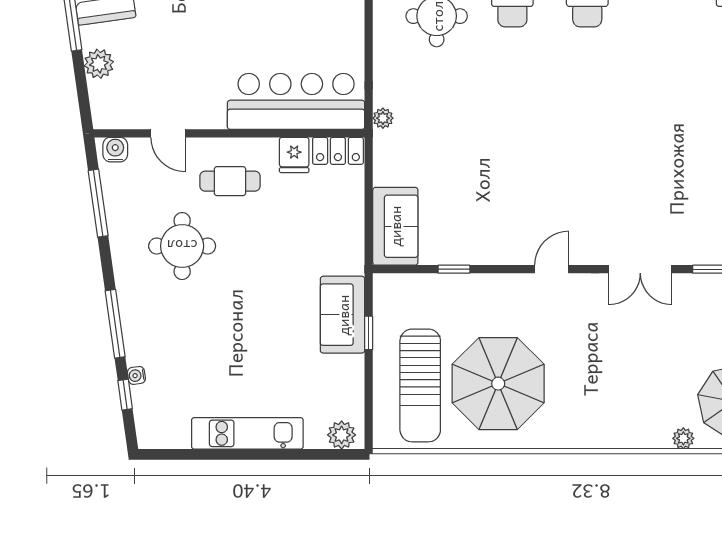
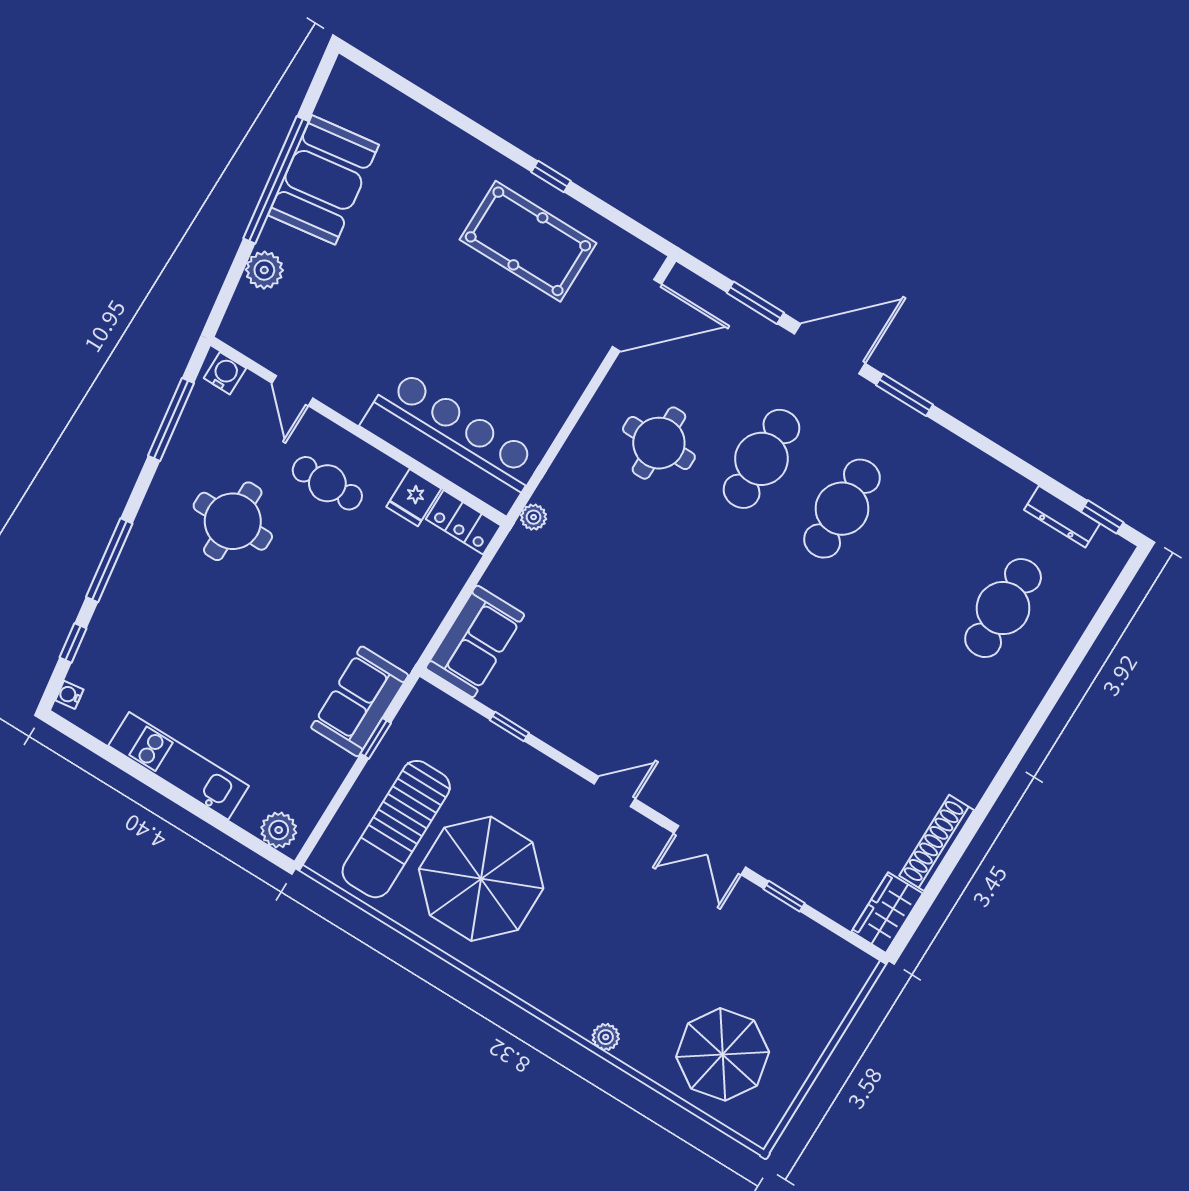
water cooler: (136, 375) -> (69, 695), moved
plant: (683, 438) -> (606, 1037), moved

